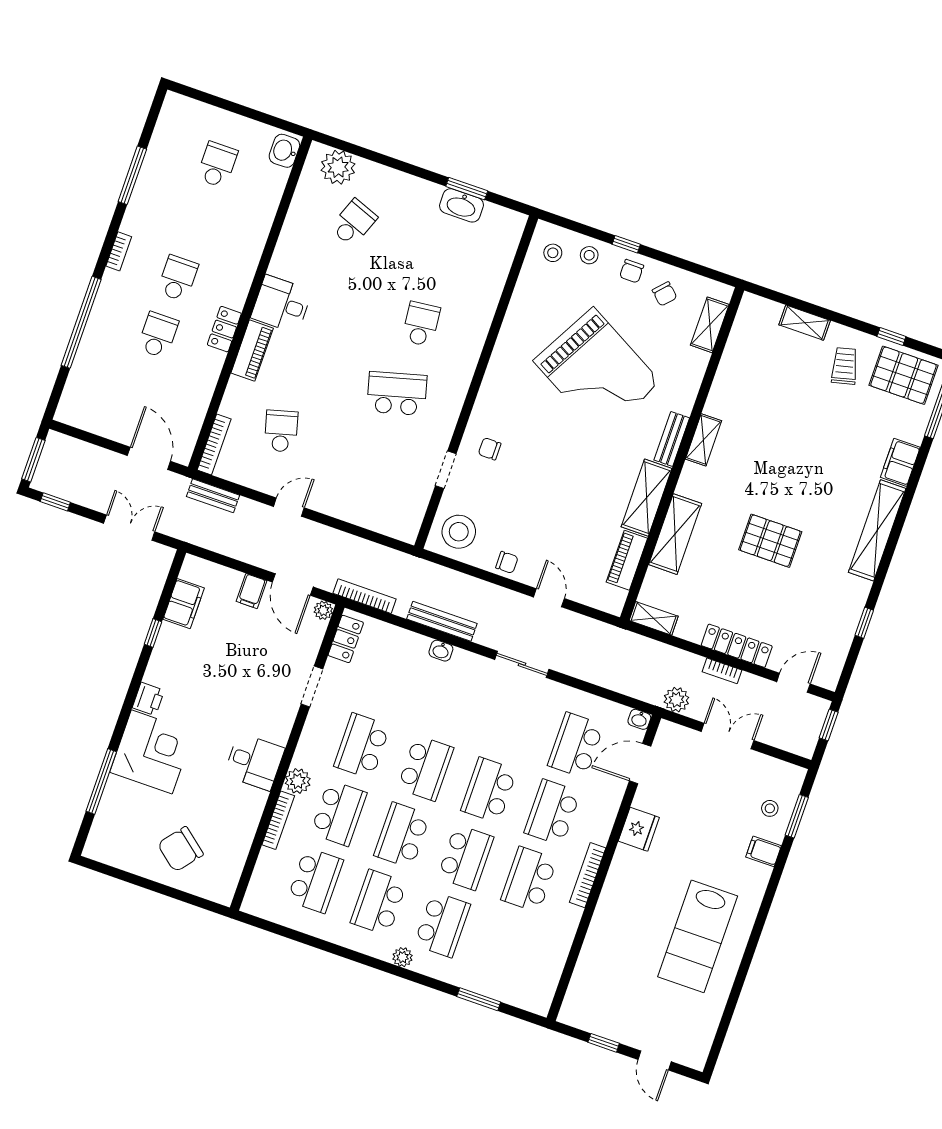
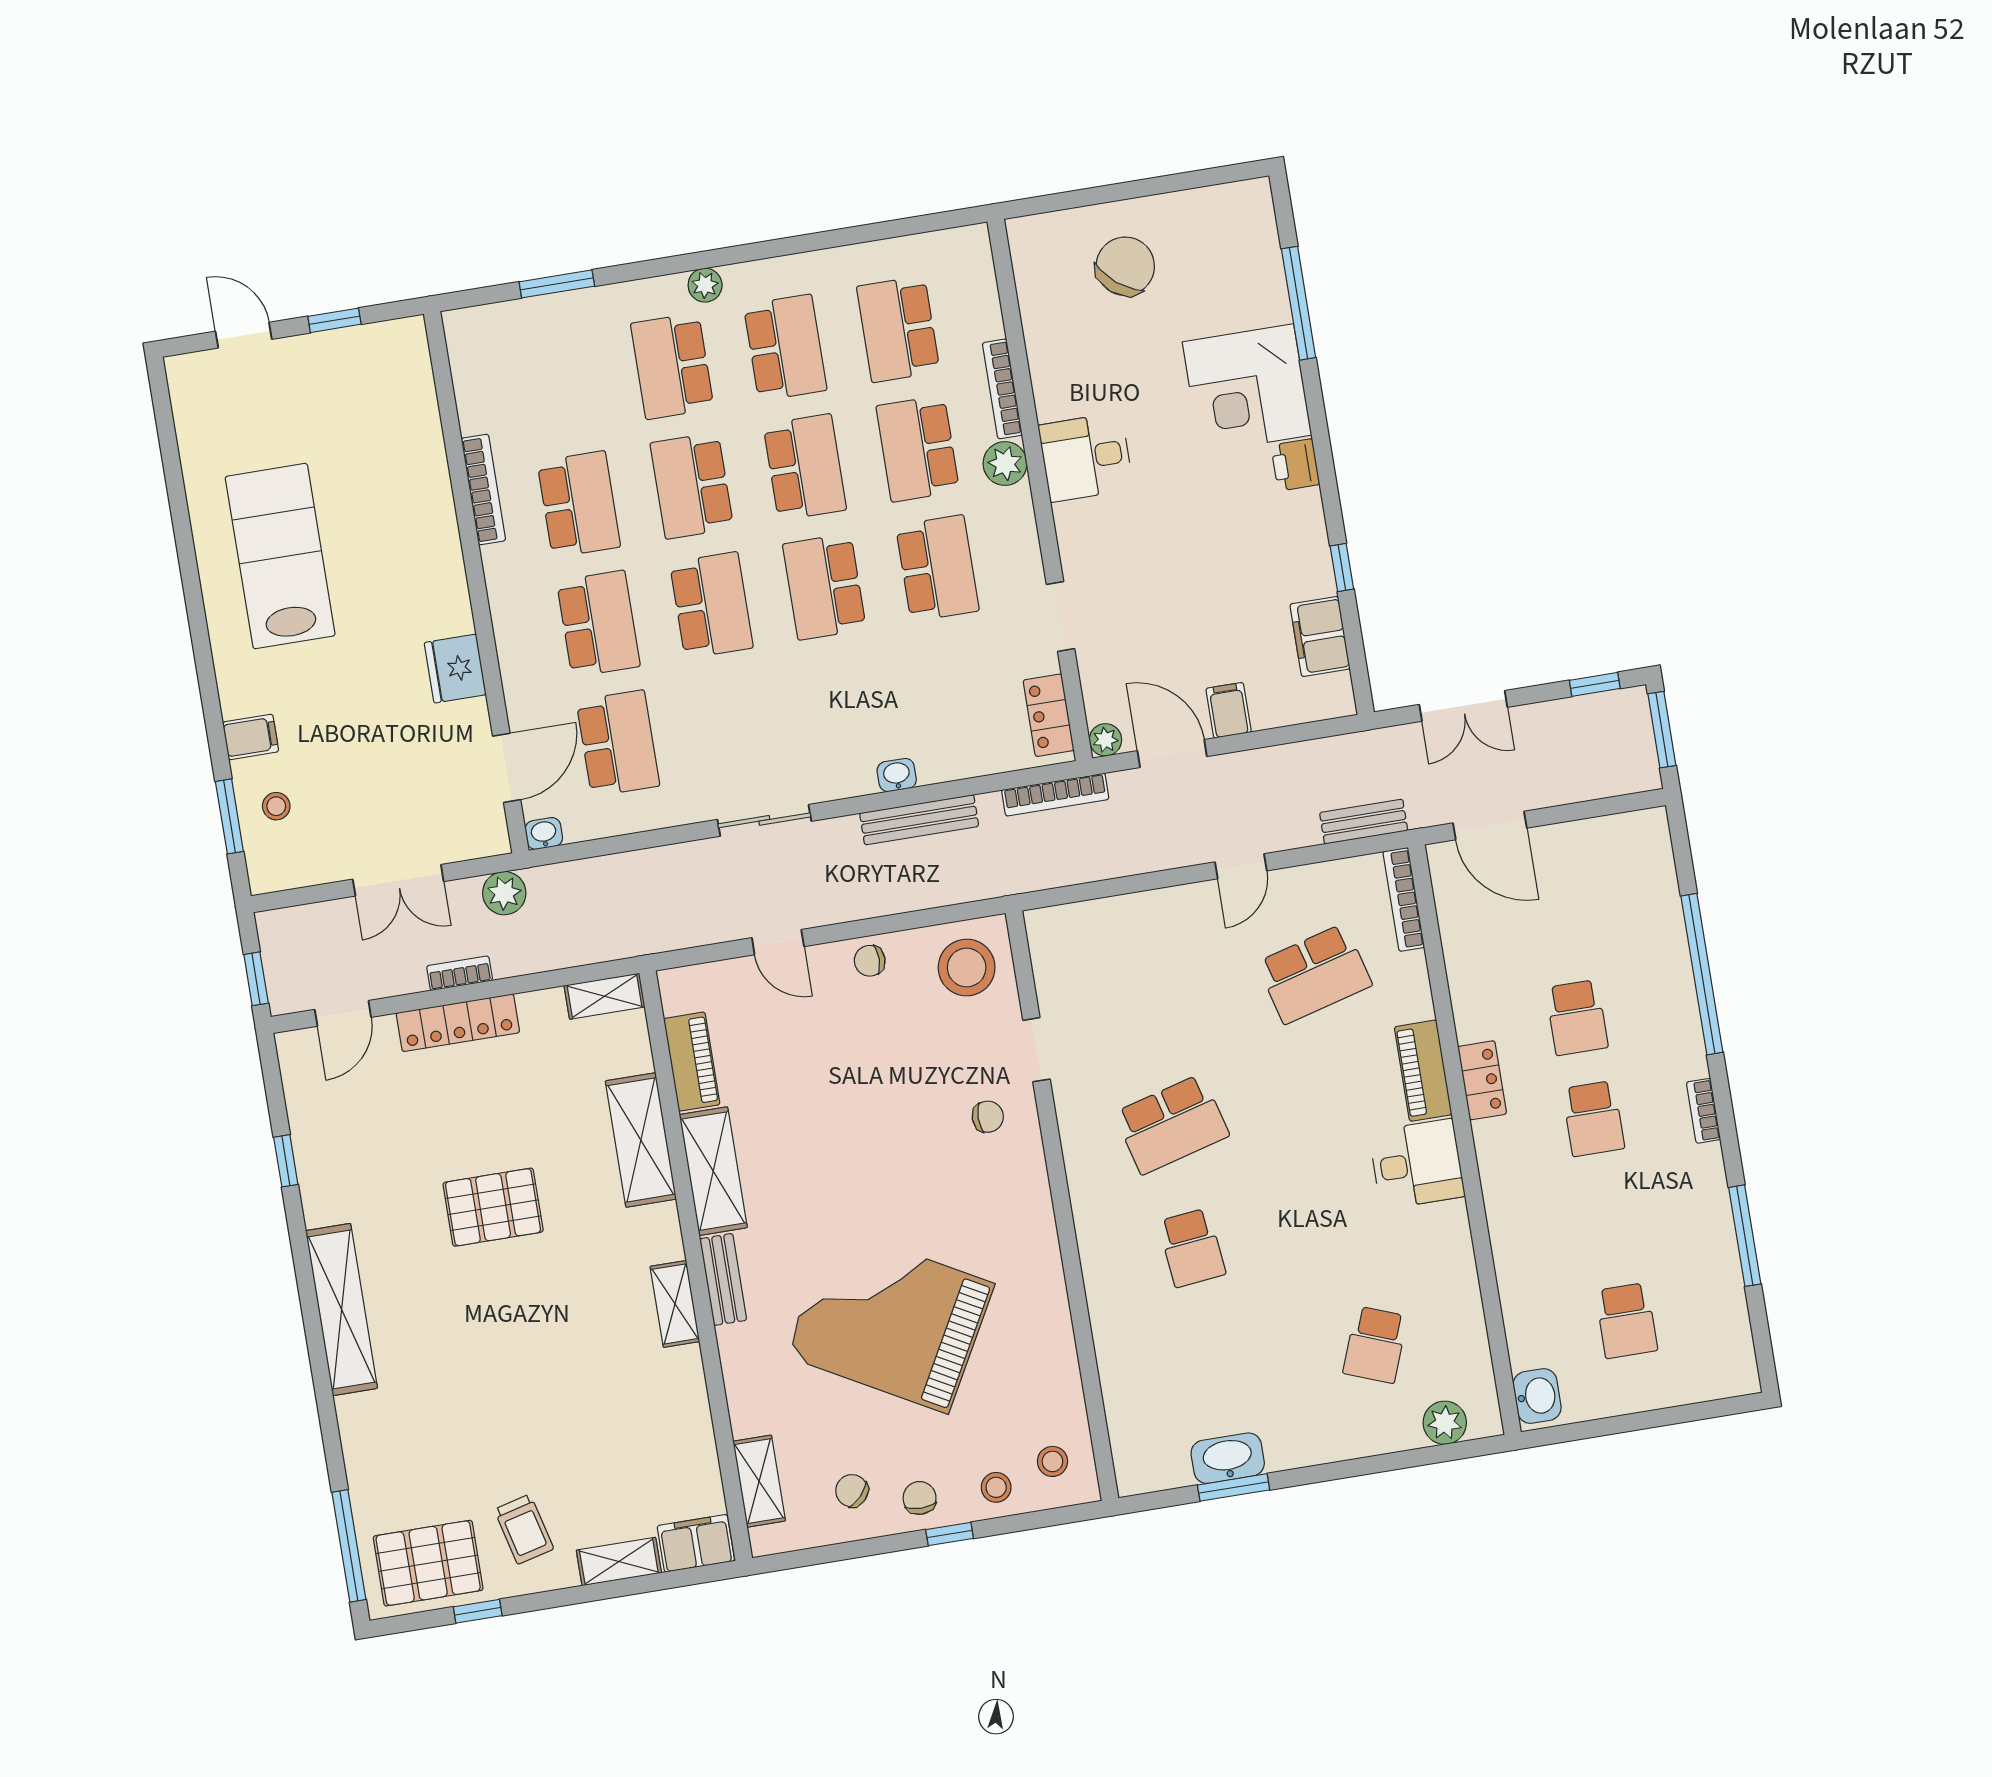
plant: (338, 167) -> (1445, 1423), width x0.73, depth x0.73
school desk: (281, 431) -> (1314, 974), width x1.85
filing cabinet: (900, 462) -> (696, 1543), moved, turned -90
bookcase: (588, 875) -> (483, 490), moved

